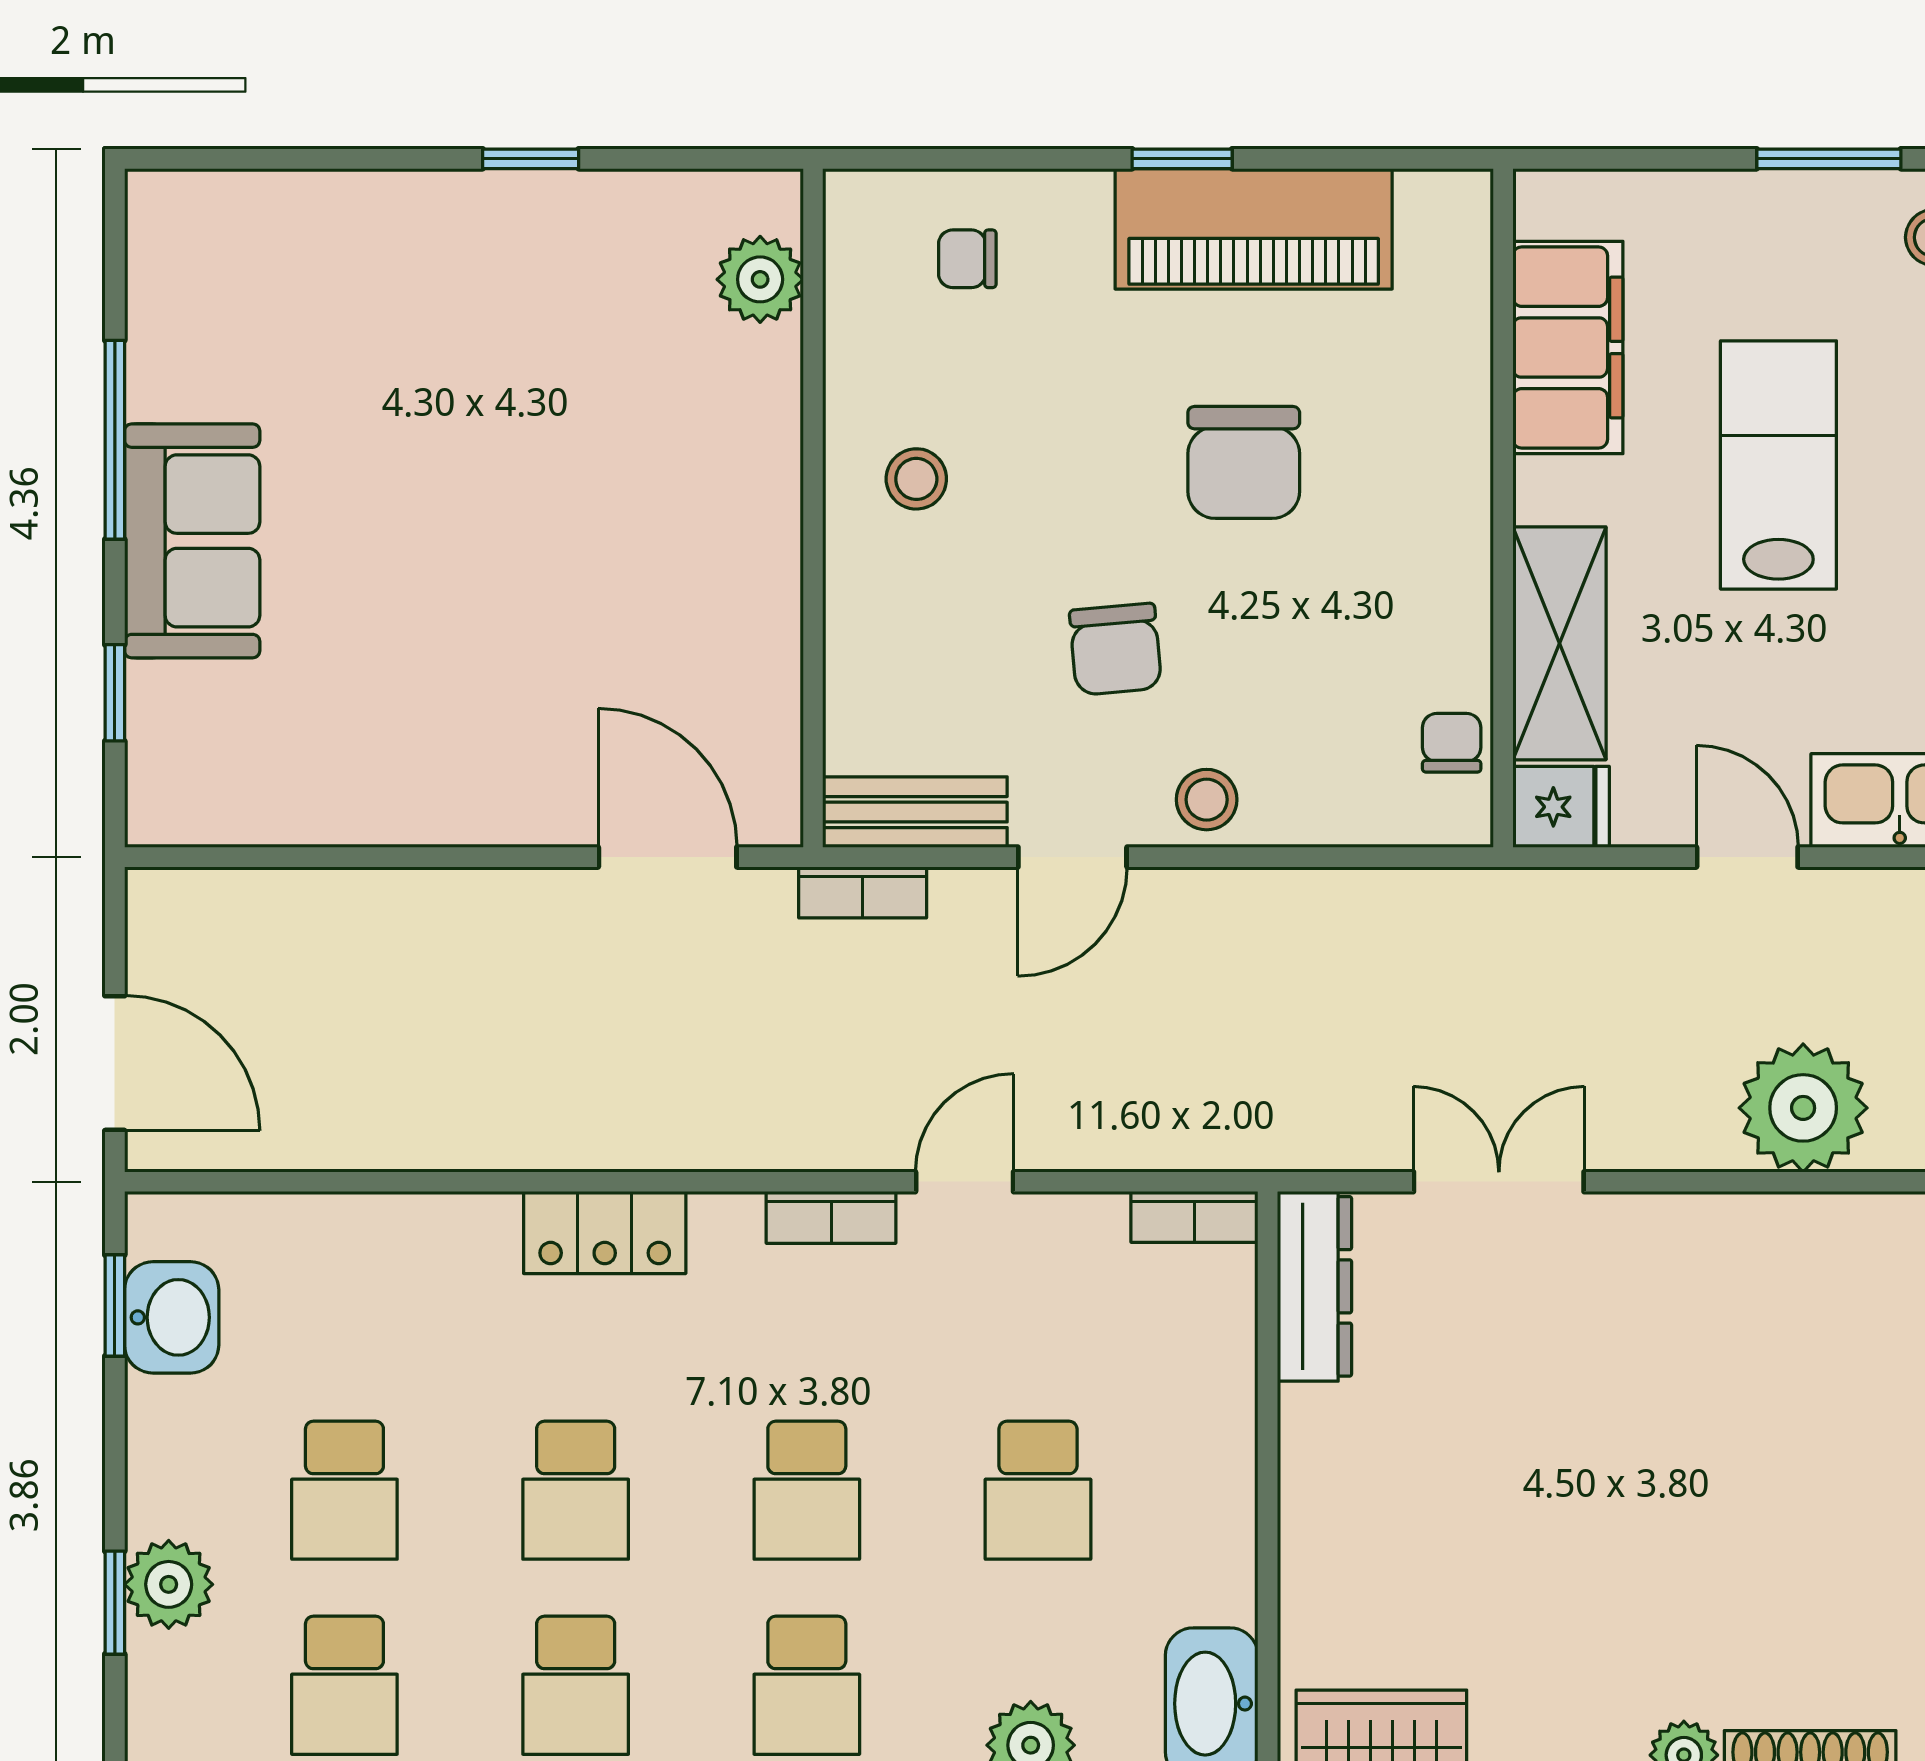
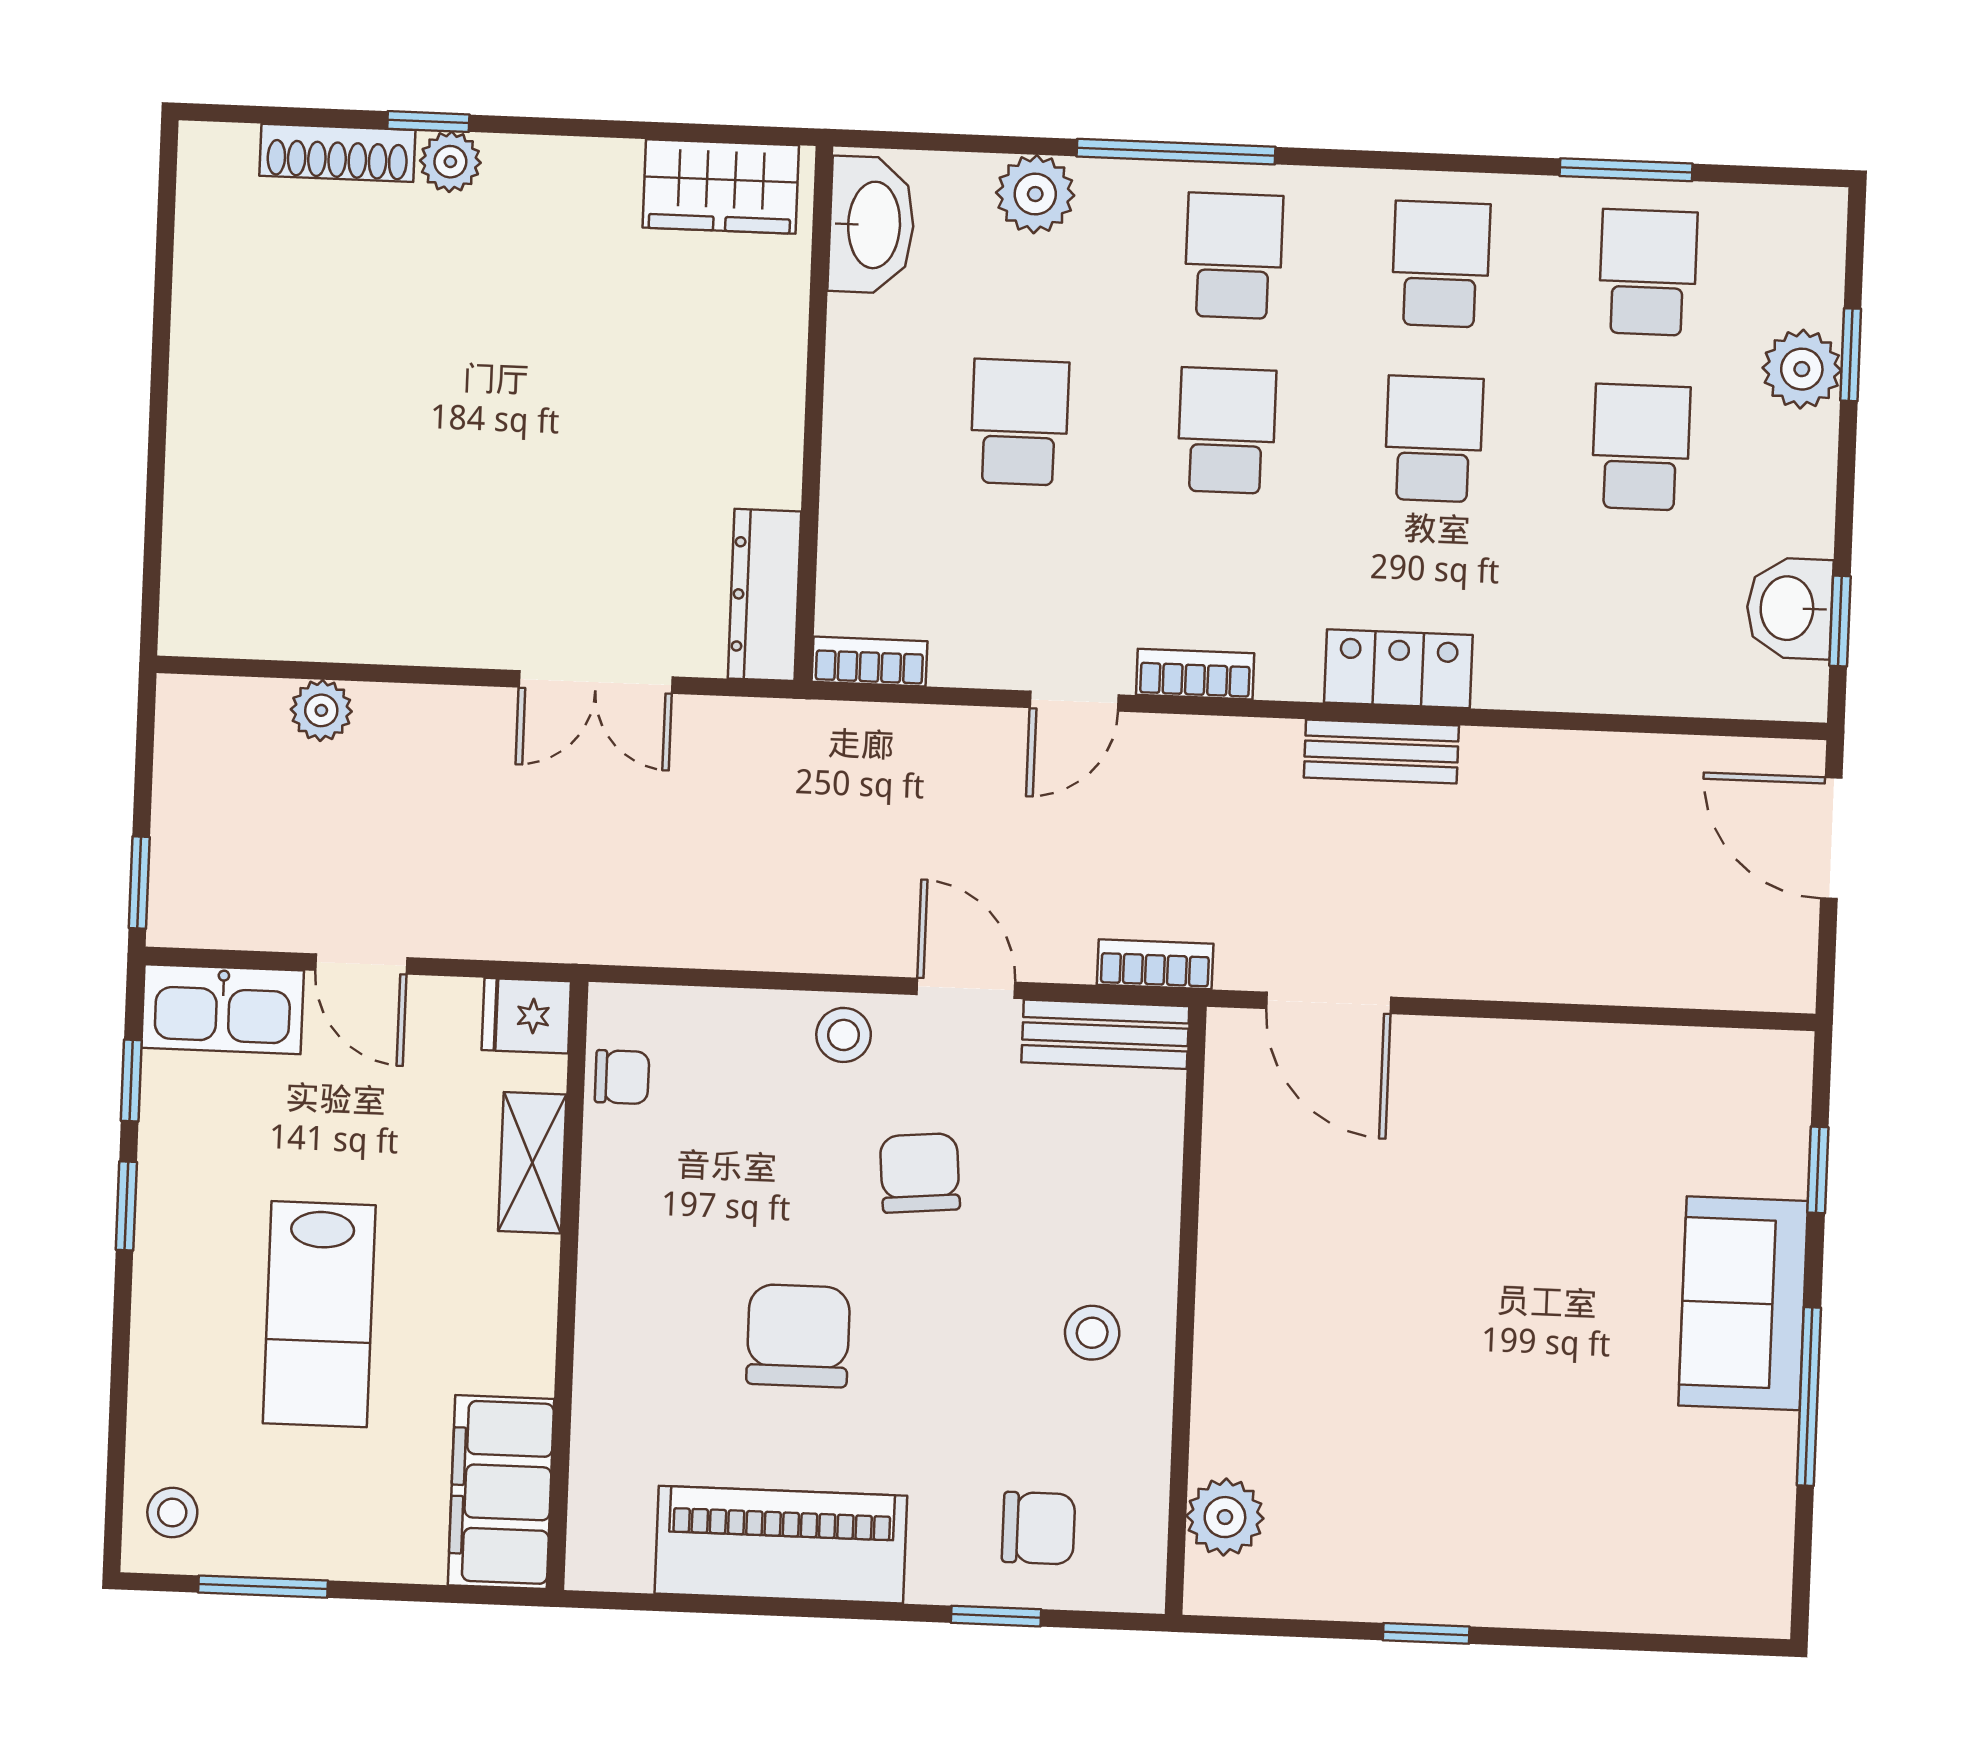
window: (1182, 159) -> (996, 1616), moved
chair: (967, 259) -> (1039, 1528), width x1.37, depth x1.37
filing cabinet: (1568, 347) -> (501, 1492), moved
shelving: (1559, 643) -> (532, 1163), width x0.67, depth x0.75
chair: (1452, 743) -> (622, 1077), turned -90
door: (1072, 857) -> (966, 988), hinge flipped
plant: (1803, 1108) -> (321, 710), width x0.53, depth x0.53
bench: (620, 1139) -> (1381, 751), added

